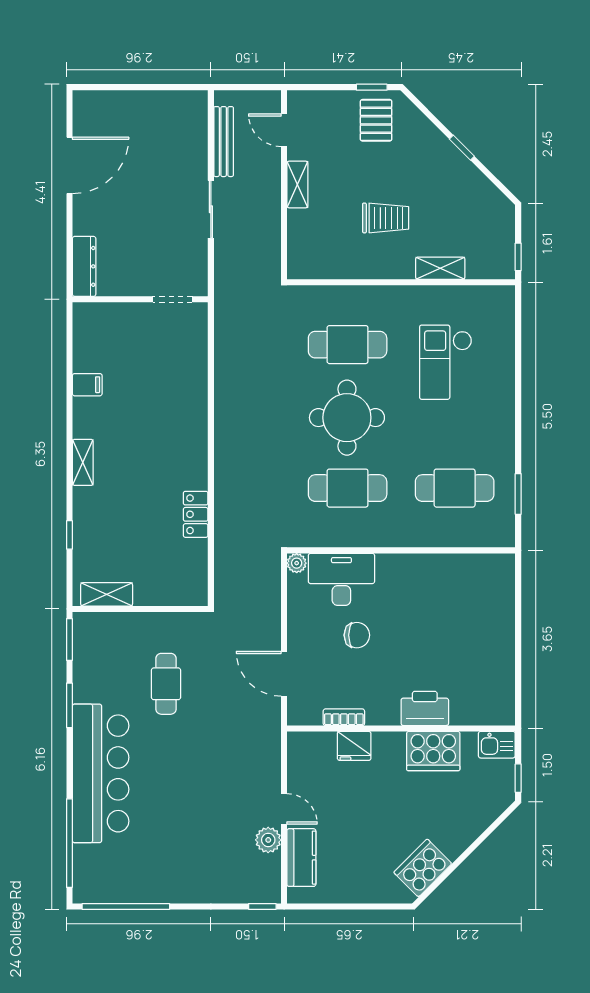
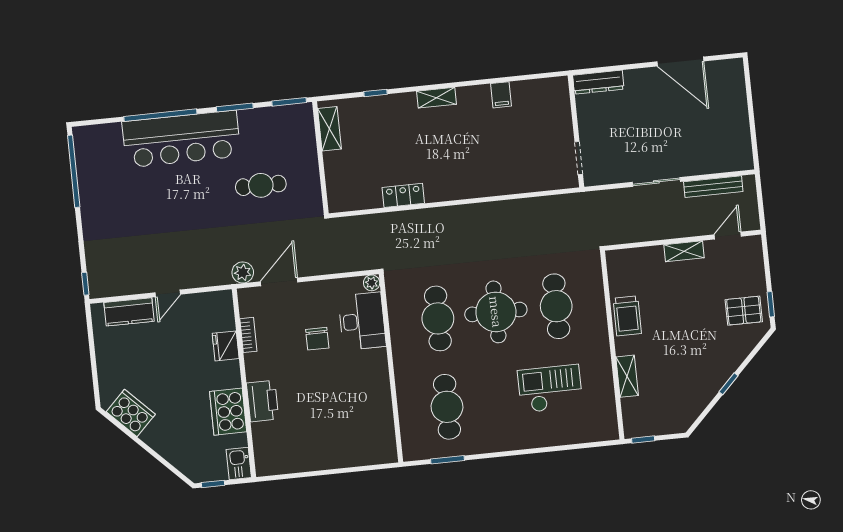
trolley: (386, 218) -> (627, 316), moved
plant: (268, 840) -> (243, 272), moved
window: (69, 843) -> (160, 115), moved

